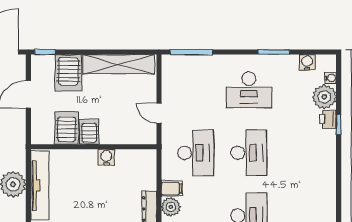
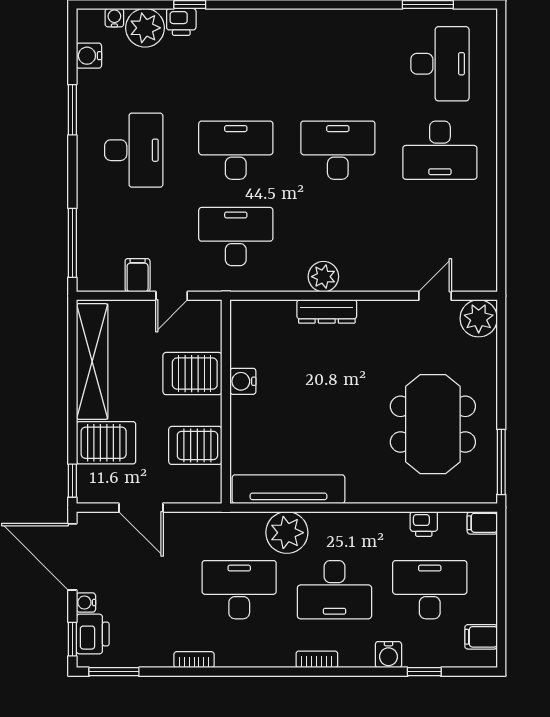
server rack: (89, 132) -> (192, 374), moved, width x1.36, depth x1.44
filing cabinet: (172, 189) -> (138, 275), moved

